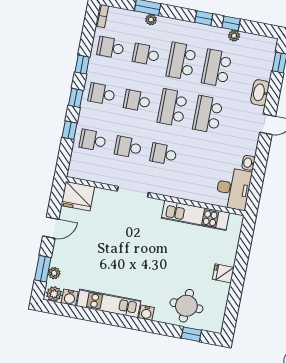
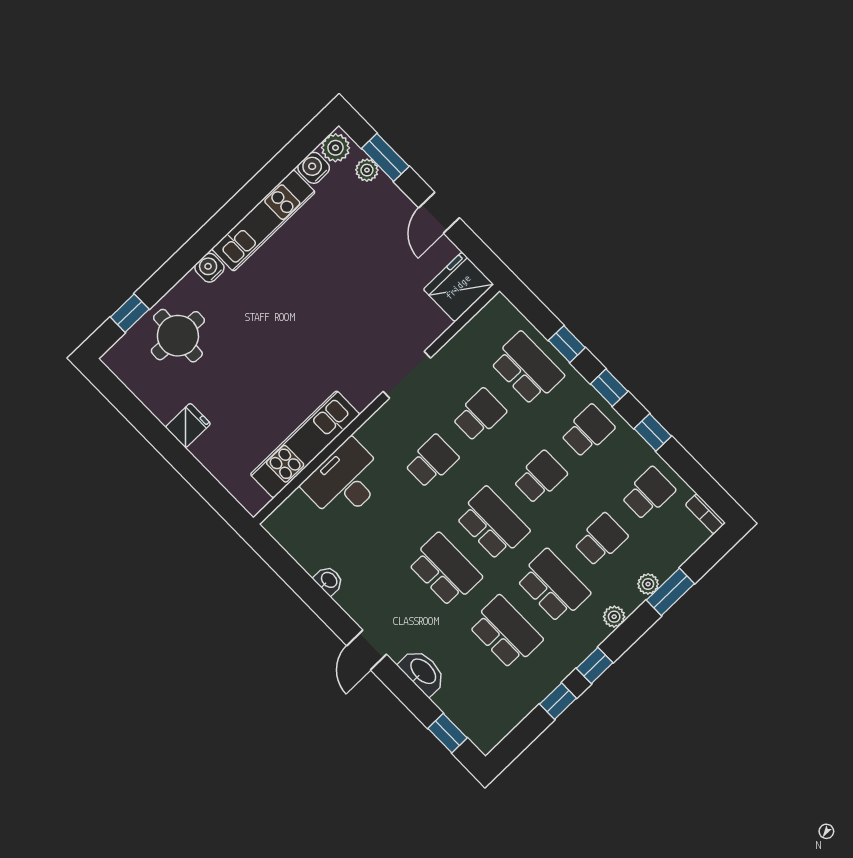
plant: (234, 36) -> (614, 617), moved
school desk: (93, 140) -> (527, 369), width x1.85
desk: (233, 189) -> (345, 481), moved, turned 90

